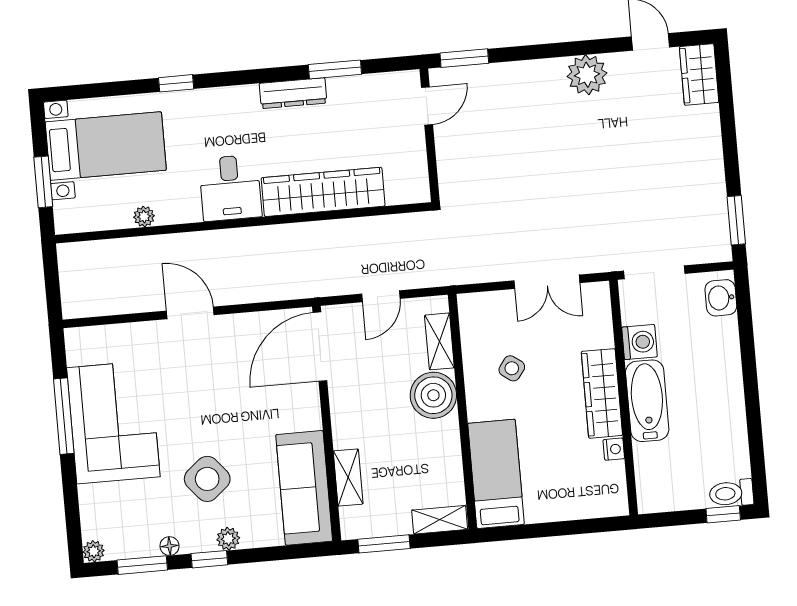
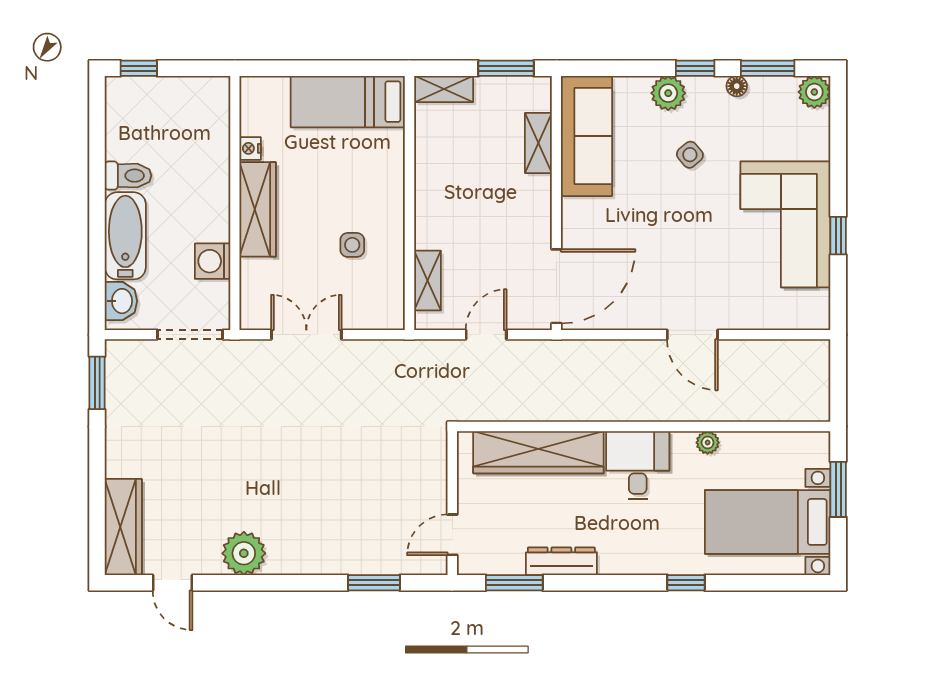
wardrobe: (699, 74) -> (123, 527), width x1.50
door: (427, 106) -> (452, 535), moved
wall: (430, 135) -> (452, 503), moved
plant: (144, 217) -> (708, 443), moved
side table: (512, 368) -> (352, 245), turned -36
boiler: (433, 395) -> (439, 223), removed
bathtub: (647, 401) -> (125, 236), moved, turned 180
window: (64, 416) -> (838, 236), width x0.46
bed: (496, 474) -> (348, 102), moved, turned 90
side table: (207, 479) -> (690, 155), width x0.54, depth x0.54
toilet: (731, 493) -> (128, 176), moved
plant: (228, 539) -> (668, 93), width x1.38, depth x1.38
plant: (94, 551) -> (814, 92), width x1.38, depth x1.38

